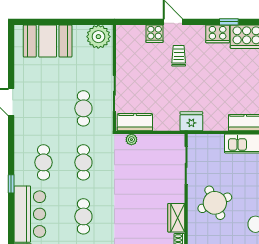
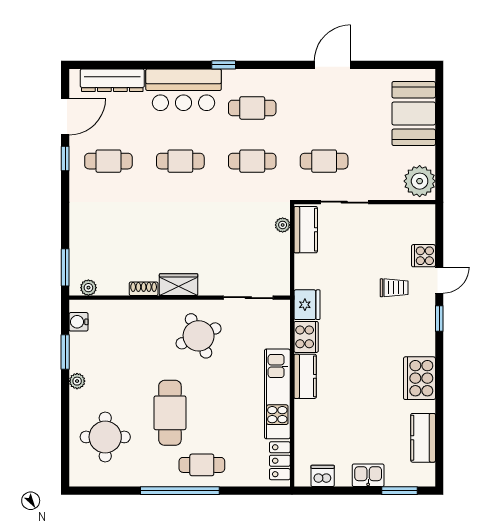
window: (229, 22) -> (439, 319), moved
cooker: (218, 34) -> (306, 337), moved, turned 180

